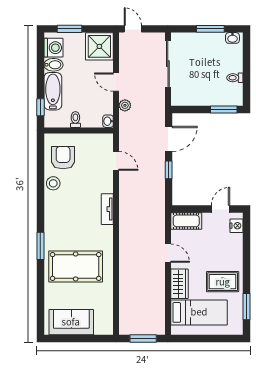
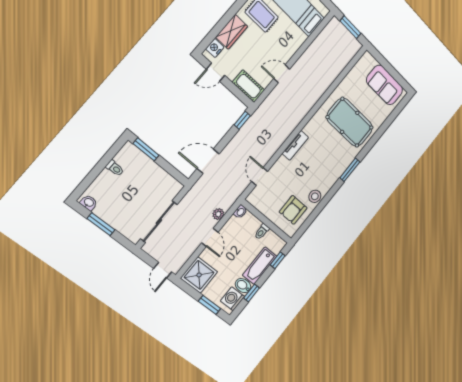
window: (40, 64) -> (252, 293), added
window: (169, 170) -> (242, 120), moved
window: (40, 246) -> (350, 170), moved
door: (168, 253) -> (282, 74), hinge flipped
wardrobe: (179, 284) -> (232, 32), moved, turned 180

